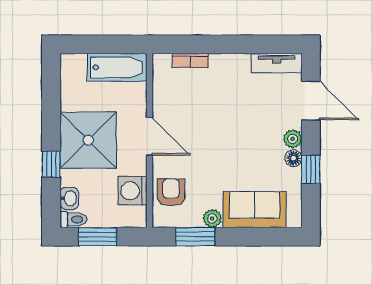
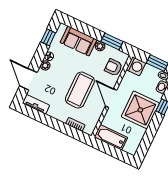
coffee table: (211, 125) -> (80, 90), added
window: (311, 170) -> (48, 37), moved
washing machine: (132, 191) -> (136, 66), moved
armchair: (171, 192) -> (113, 67), turned 90

